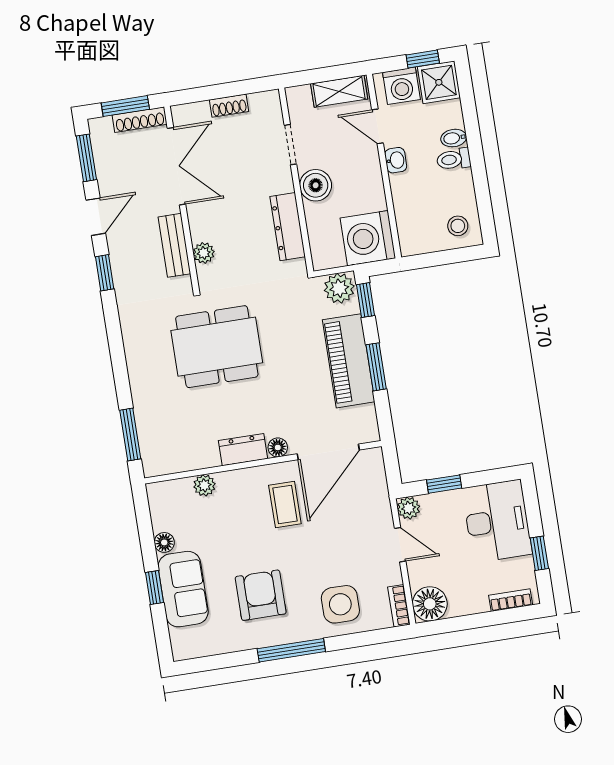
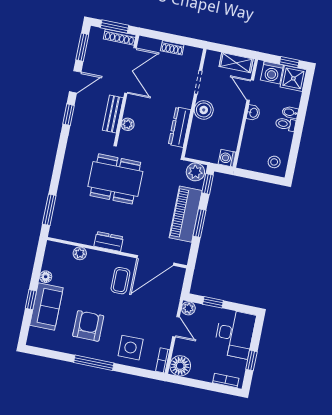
washing machine: (368, 238) -> (227, 158), width x0.53, depth x0.53
floor lamp: (278, 447) -> (128, 248), removed

